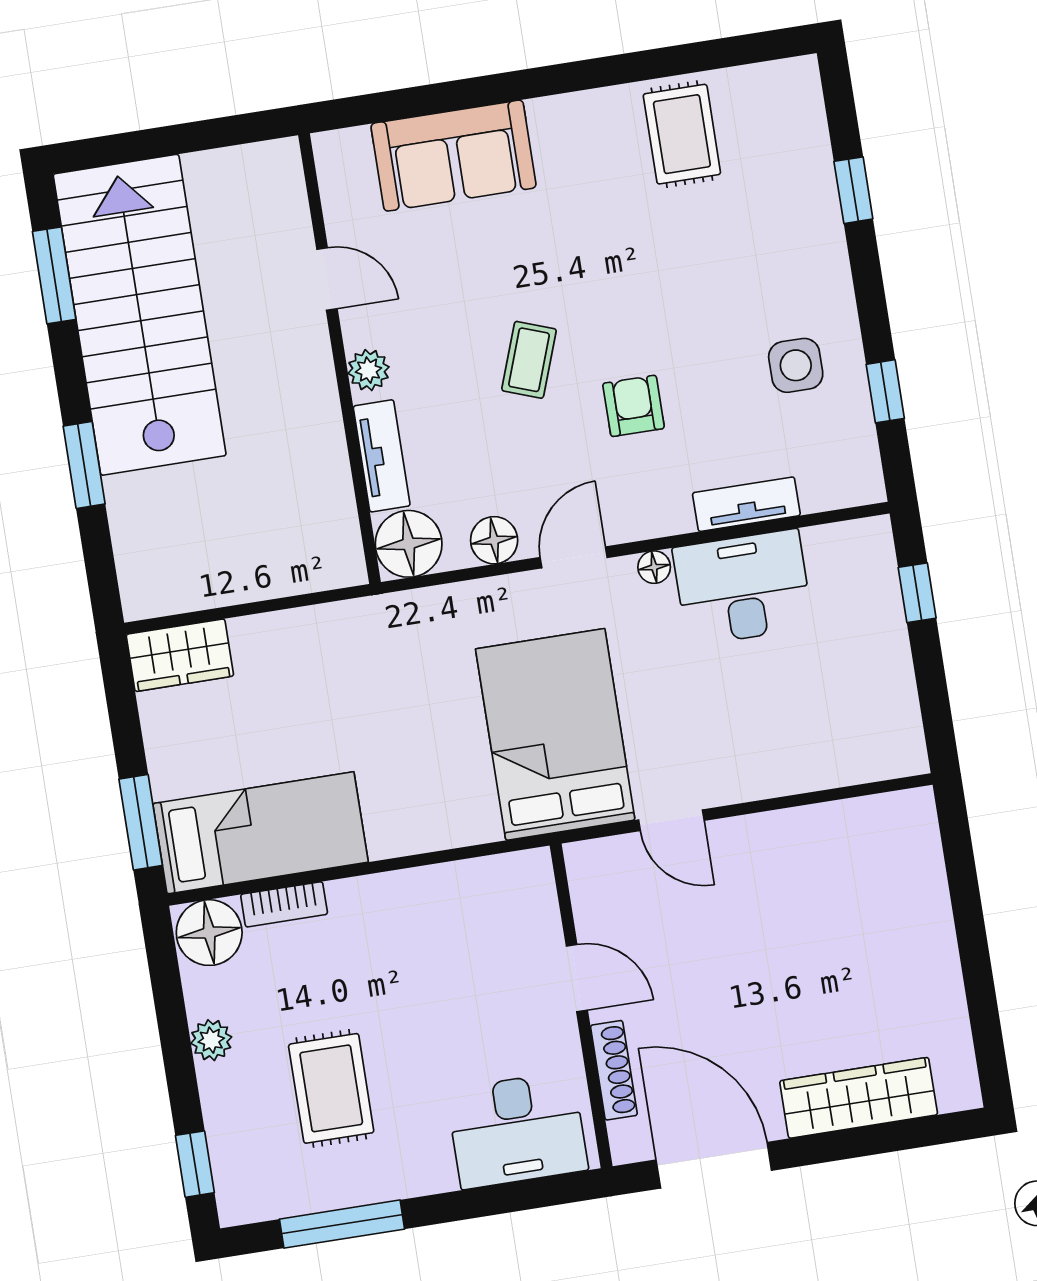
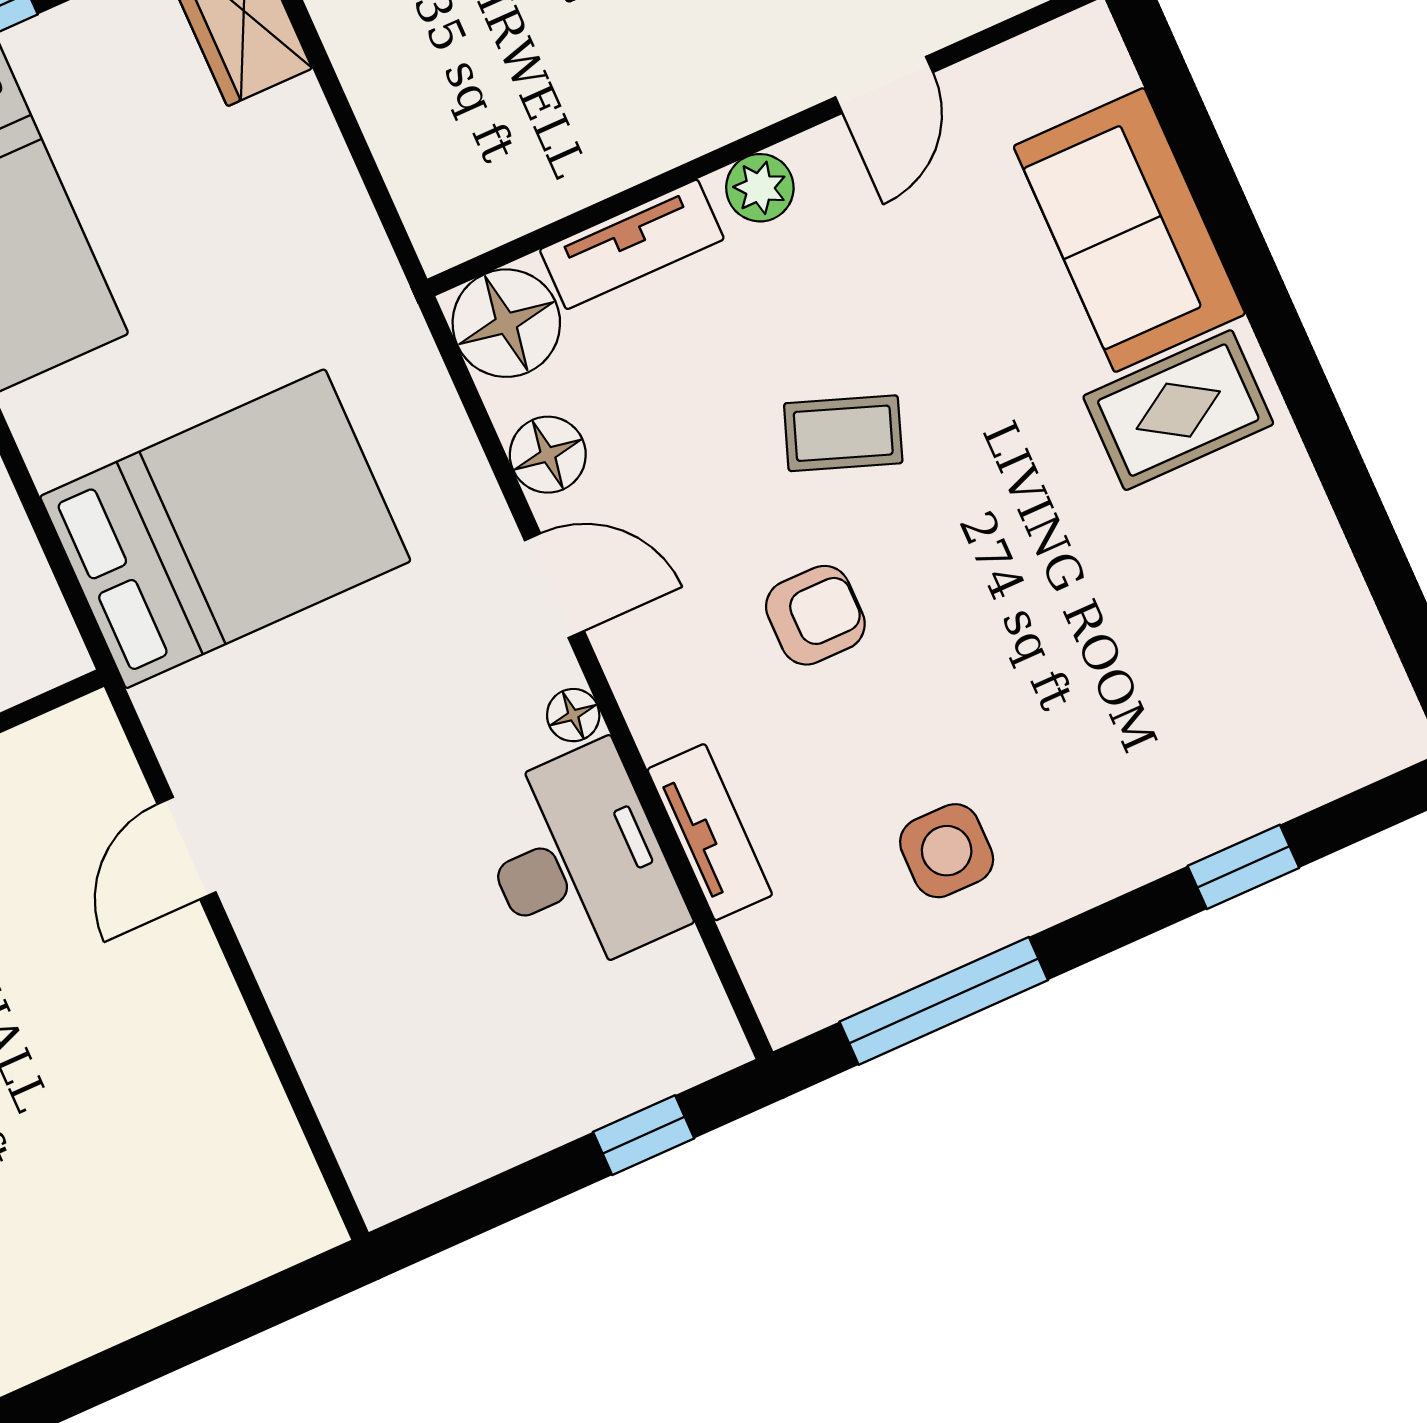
rug: (682, 134) -> (1178, 410), moved
window: (885, 391) -> (944, 1001), width x2.17
bed: (555, 734) -> (225, 529), moved

